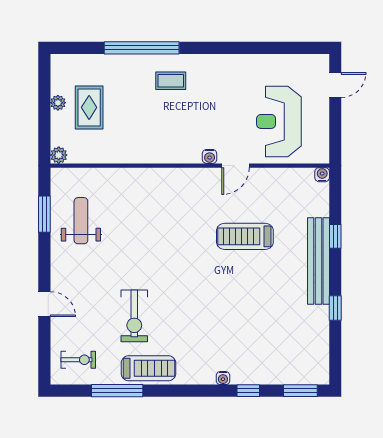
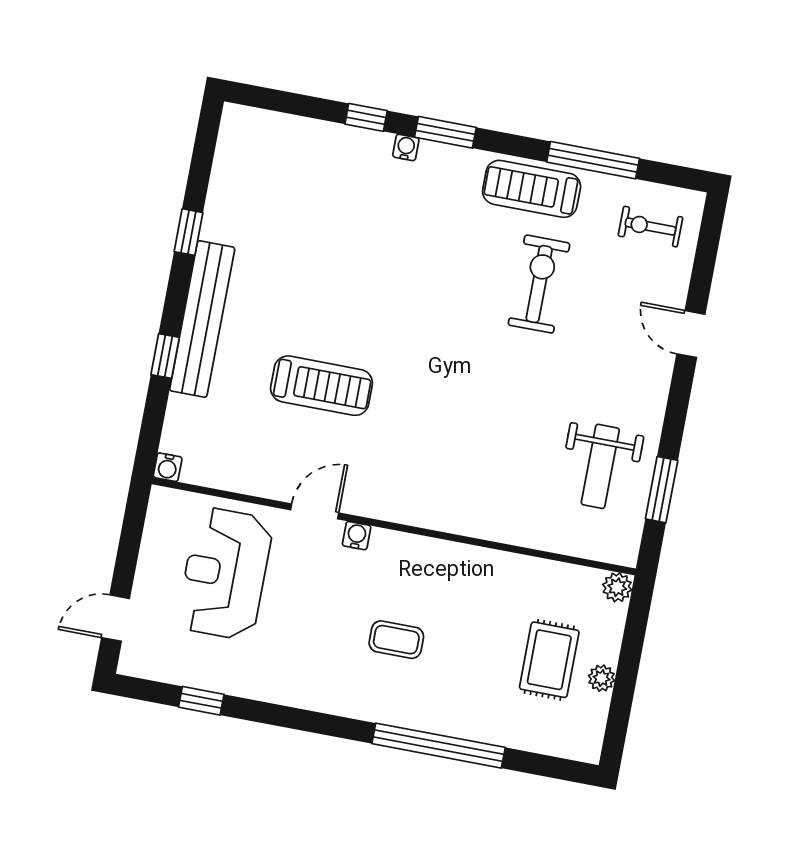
window: (279, 48) -> (201, 701), added
coffee table: (171, 81) -> (396, 640), moved
reception desk: (279, 121) -> (225, 573), turned 180
window: (300, 391) -> (445, 132), moved

